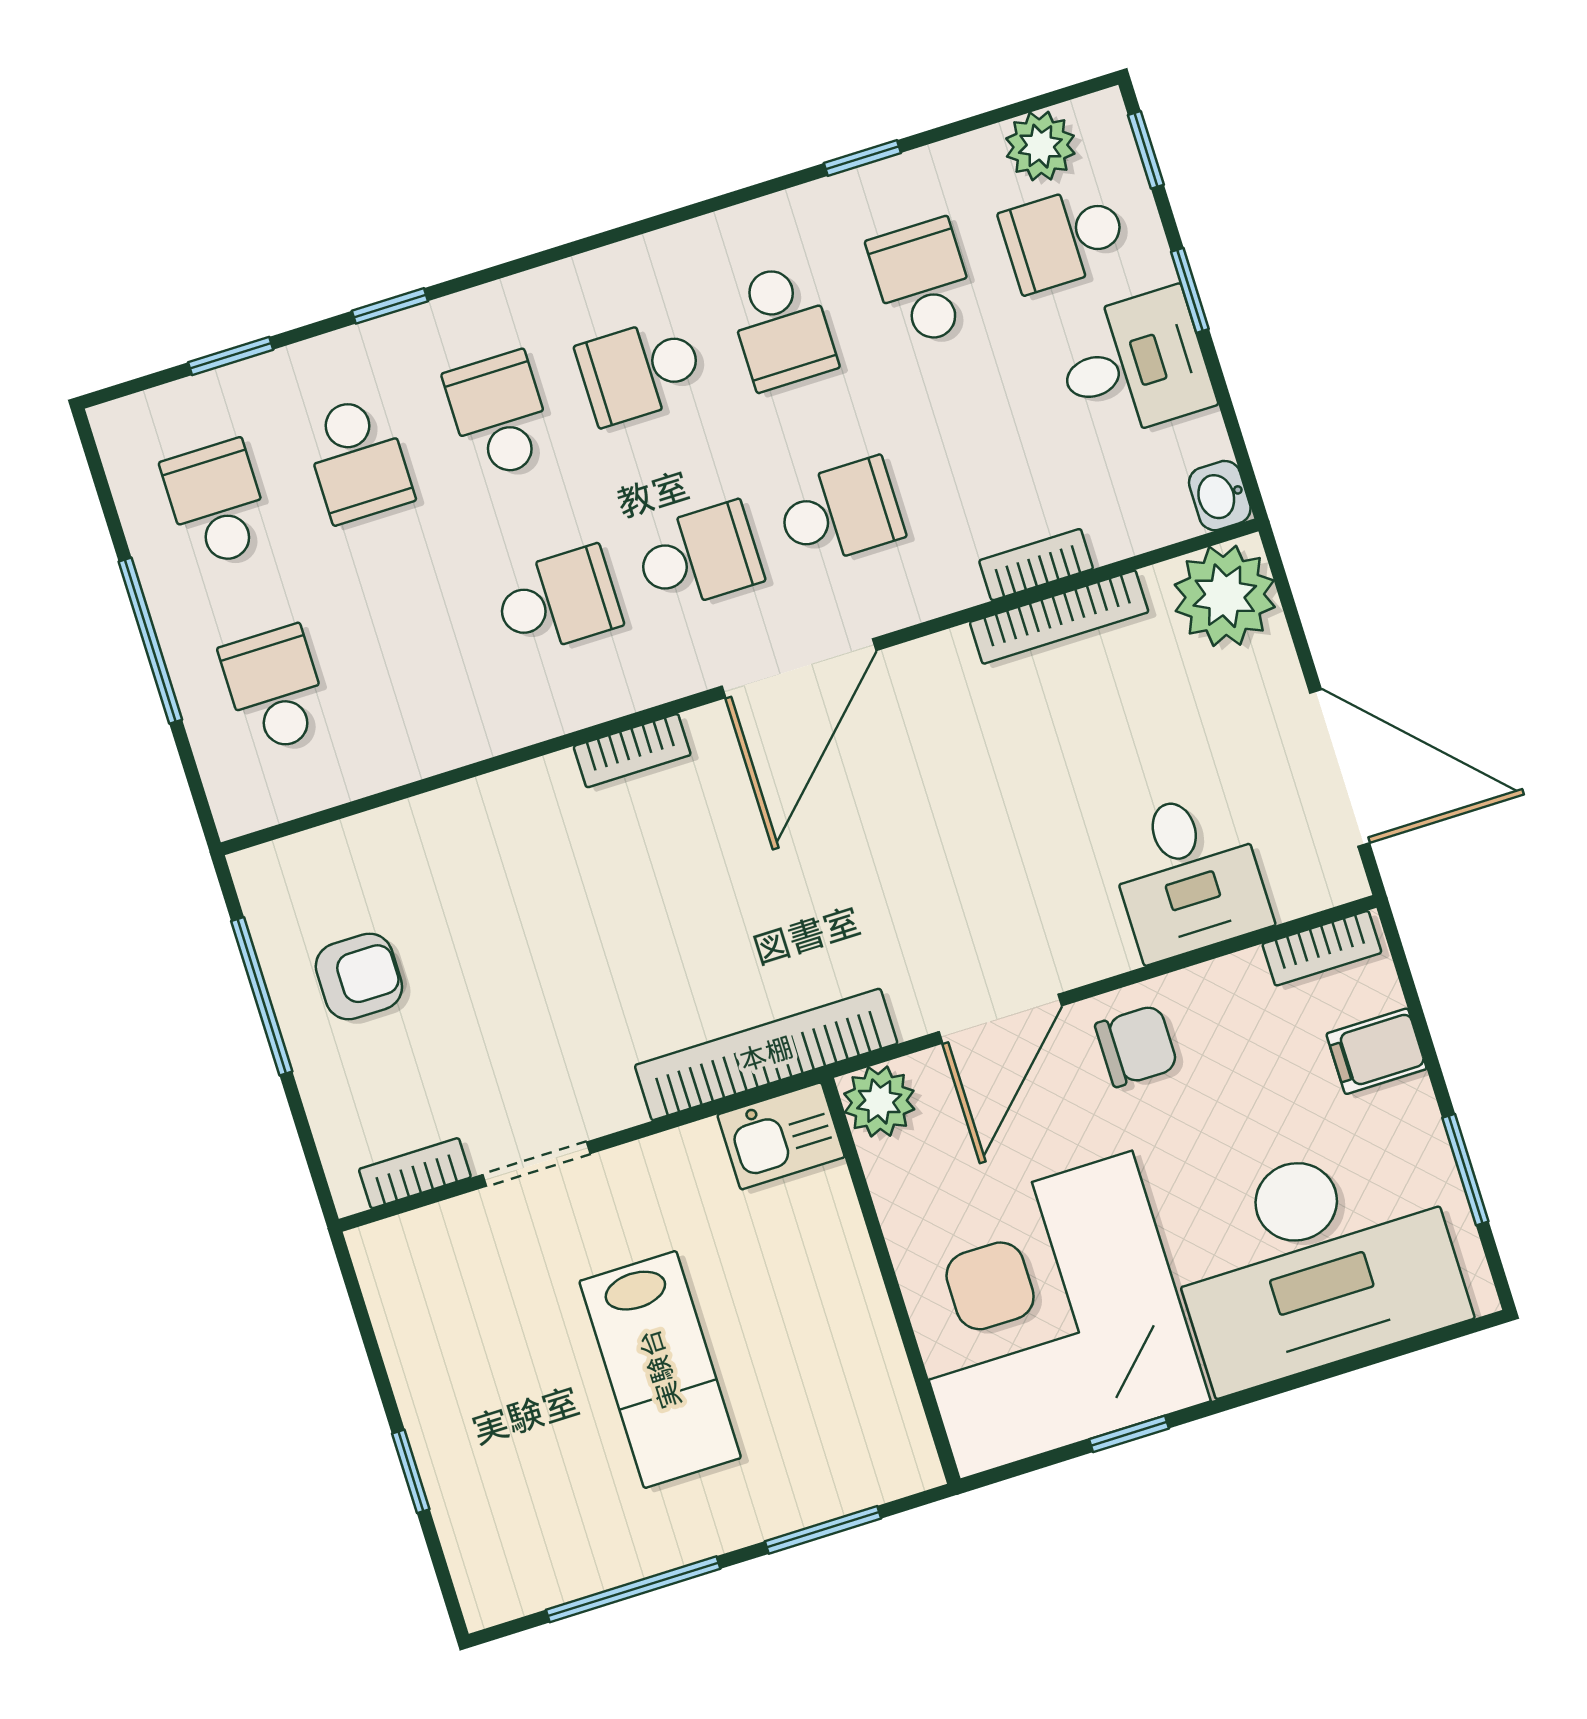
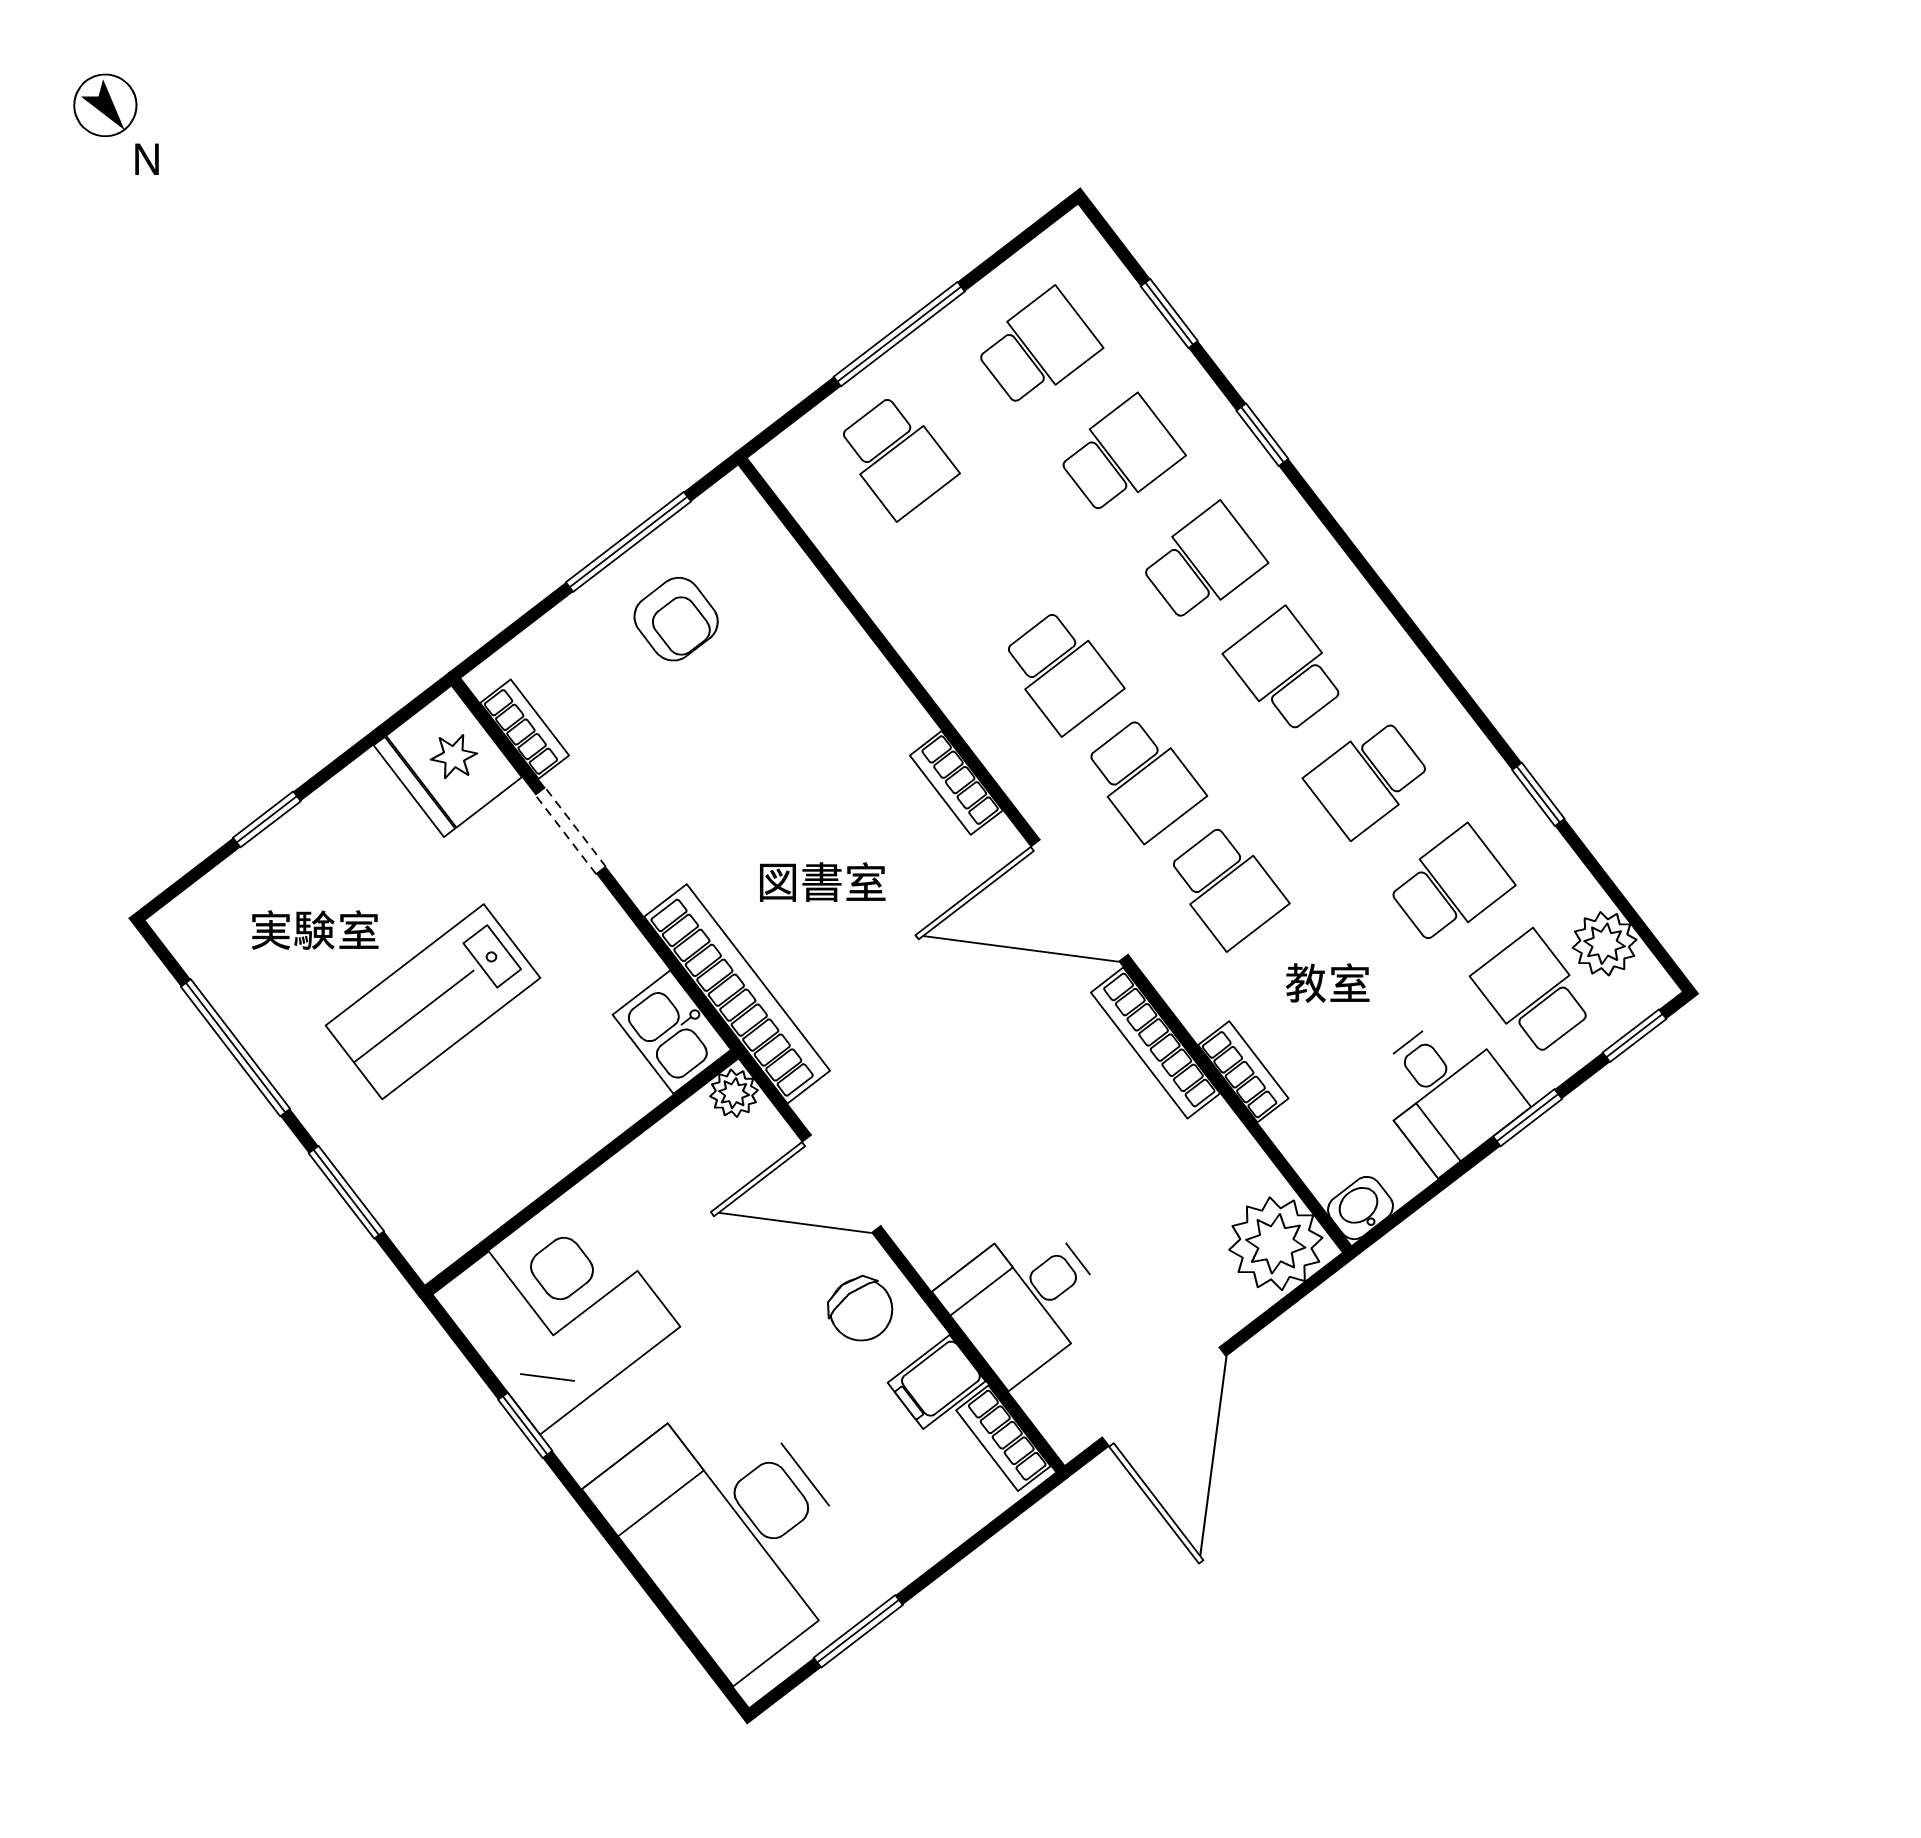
school desk: (358, 459) -> (1121, 456), turned 180
bookcase: (1059, 617) -> (1155, 1043), moved
school desk: (275, 689) -> (897, 457), turned 90
filing cabinet: (1377, 1051) -> (937, 1382), moved, turned -90
plant: (879, 1101) -> (734, 1093), width x0.73, depth x0.73
fridge: (419, 1264) -> (448, 761), added
corner desk: (1046, 1315) -> (556, 1311), width x0.74, depth x0.74

